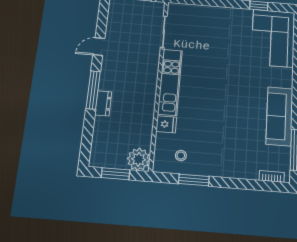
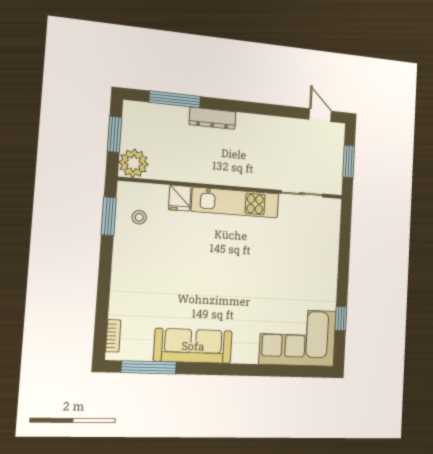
door: (99, 47) -> (320, 115), moved
window: (93, 90) -> (175, 99), moved
dresser: (103, 103) -> (213, 118), width x1.44
window: (194, 180) -> (109, 216), moved

